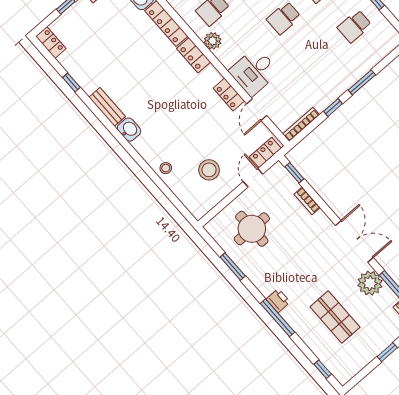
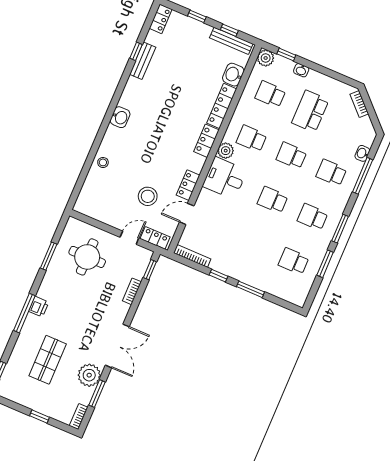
desk: (254, 72) -> (225, 178), moved
bench: (107, 107) -> (143, 61), moved
stool: (209, 170) -> (148, 196), moved

